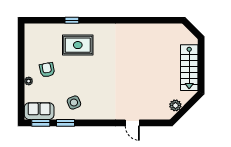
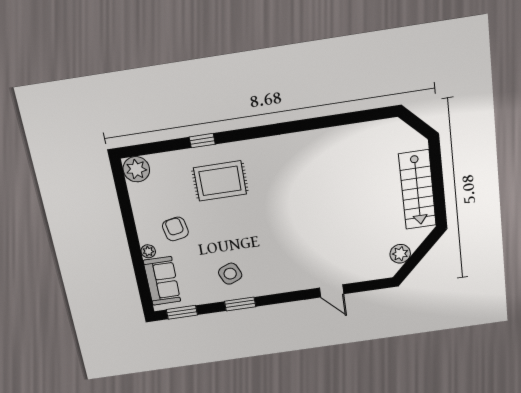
plant: (32, 31) -> (136, 169), added
sofa: (39, 111) -> (162, 281), moved, turned 90
window: (66, 123) -> (240, 304), moved

